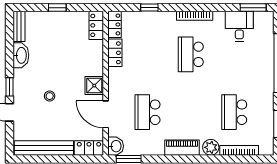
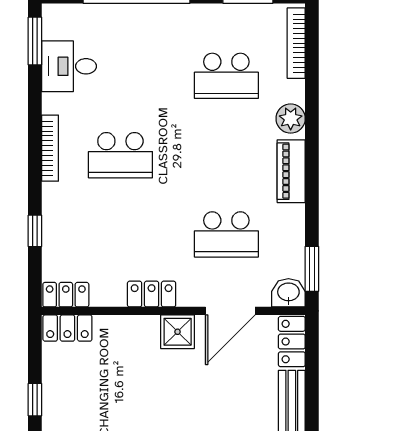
locker: (115, 53) -> (152, 294), moved
stool: (50, 96) -> (197, 414), removed
bookcase: (239, 150) -> (296, 43), moved

